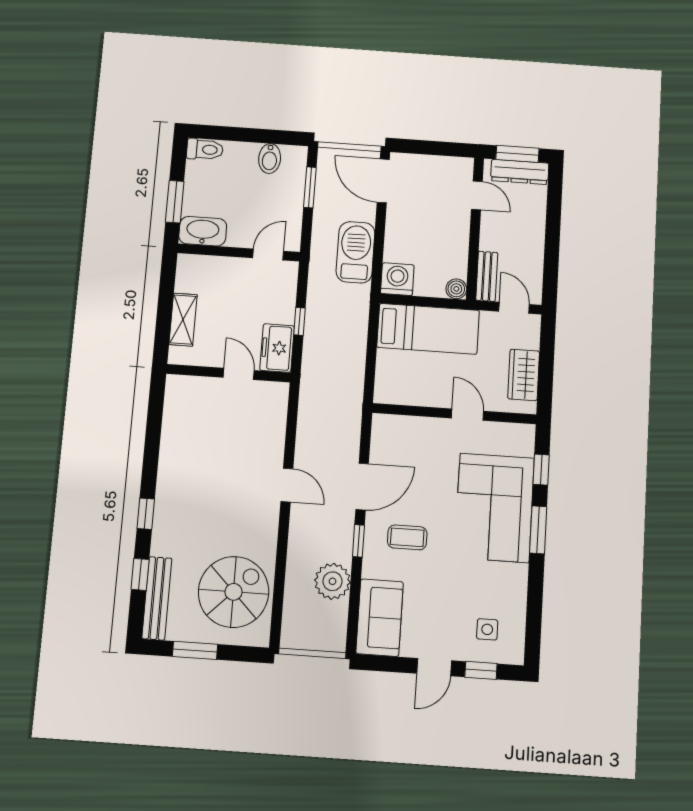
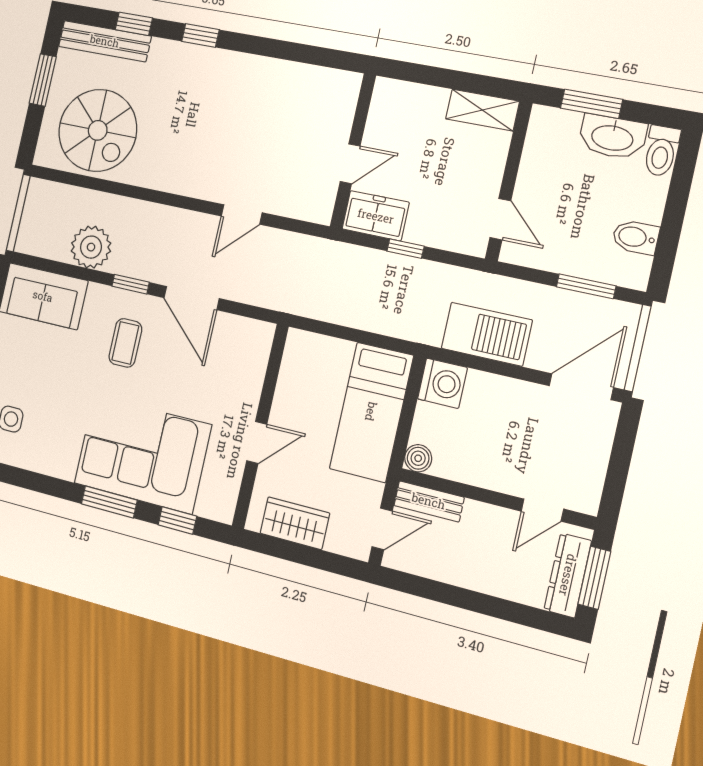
washbasin: (203, 231) -> (612, 137), moved, turned 90
shelving: (183, 320) -> (482, 110), moved
door: (287, 485) -> (242, 214), moved

